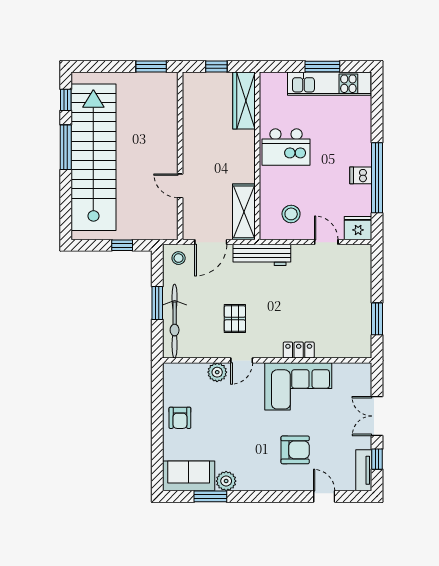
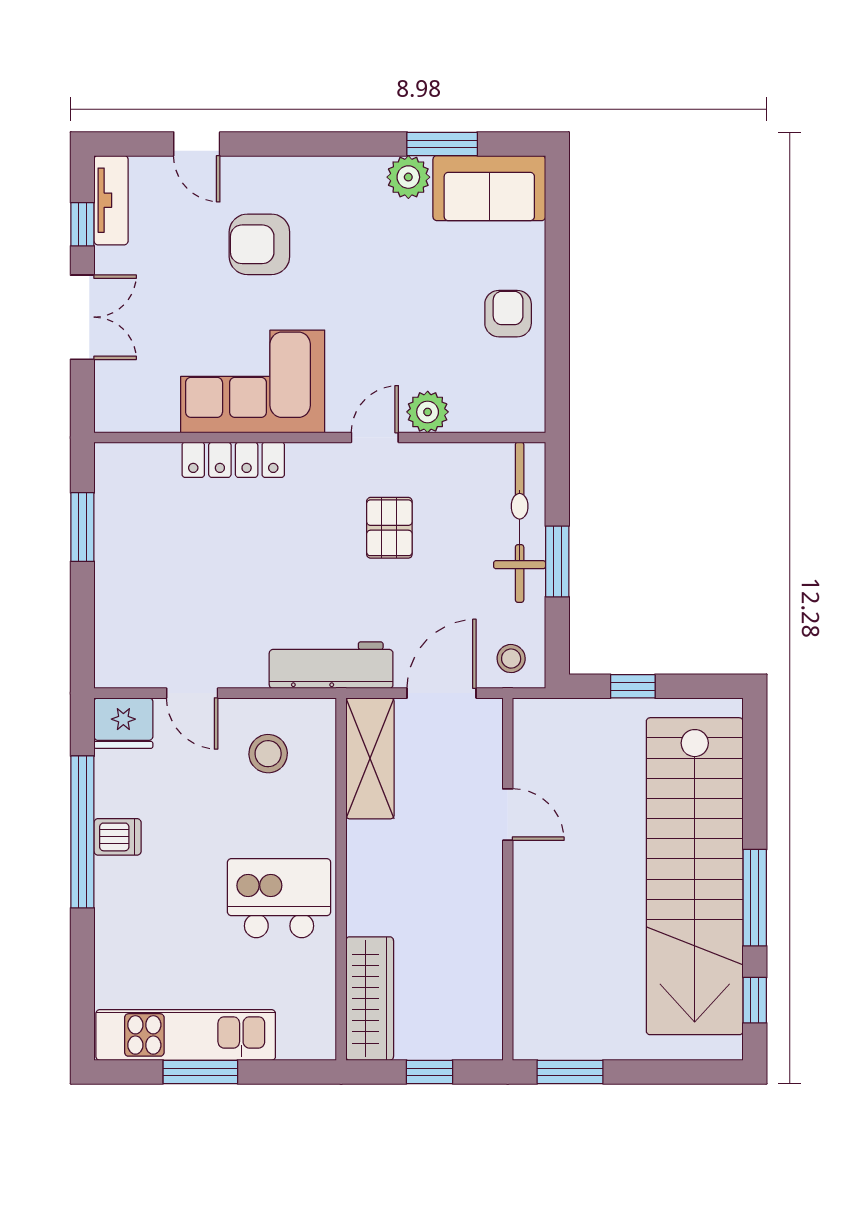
locker: (299, 350) -> (233, 460), width x1.53

